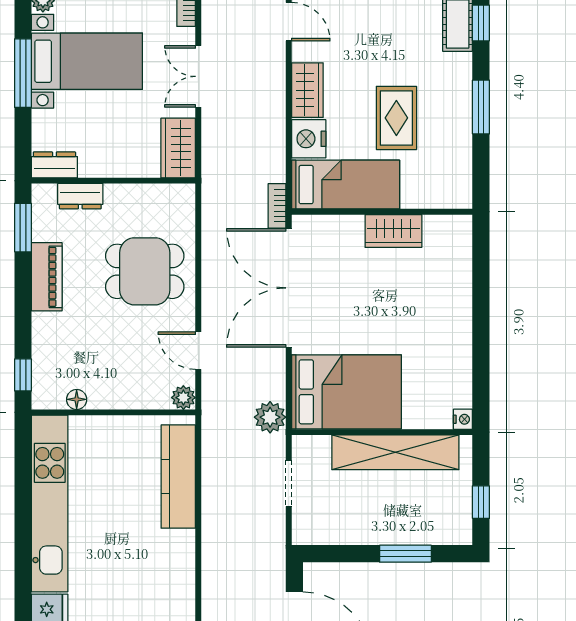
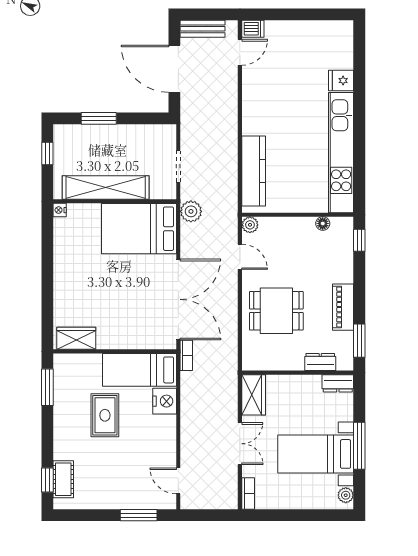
wardrobe: (307, 90) -> (166, 434), removed
window: (481, 107) -> (47, 387), moved
wardrobe: (393, 231) -> (76, 338), moved

